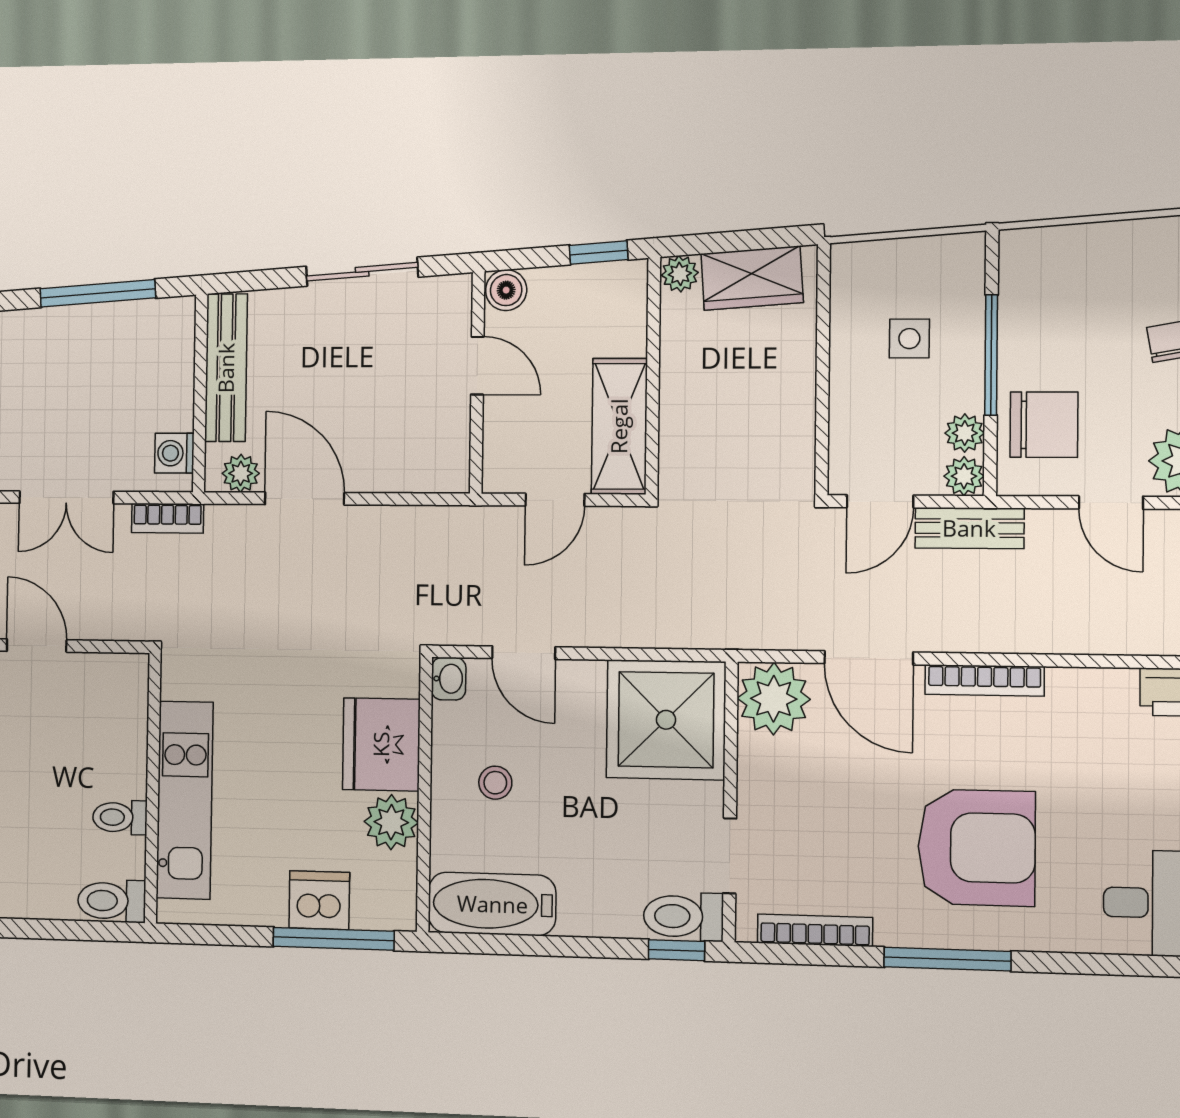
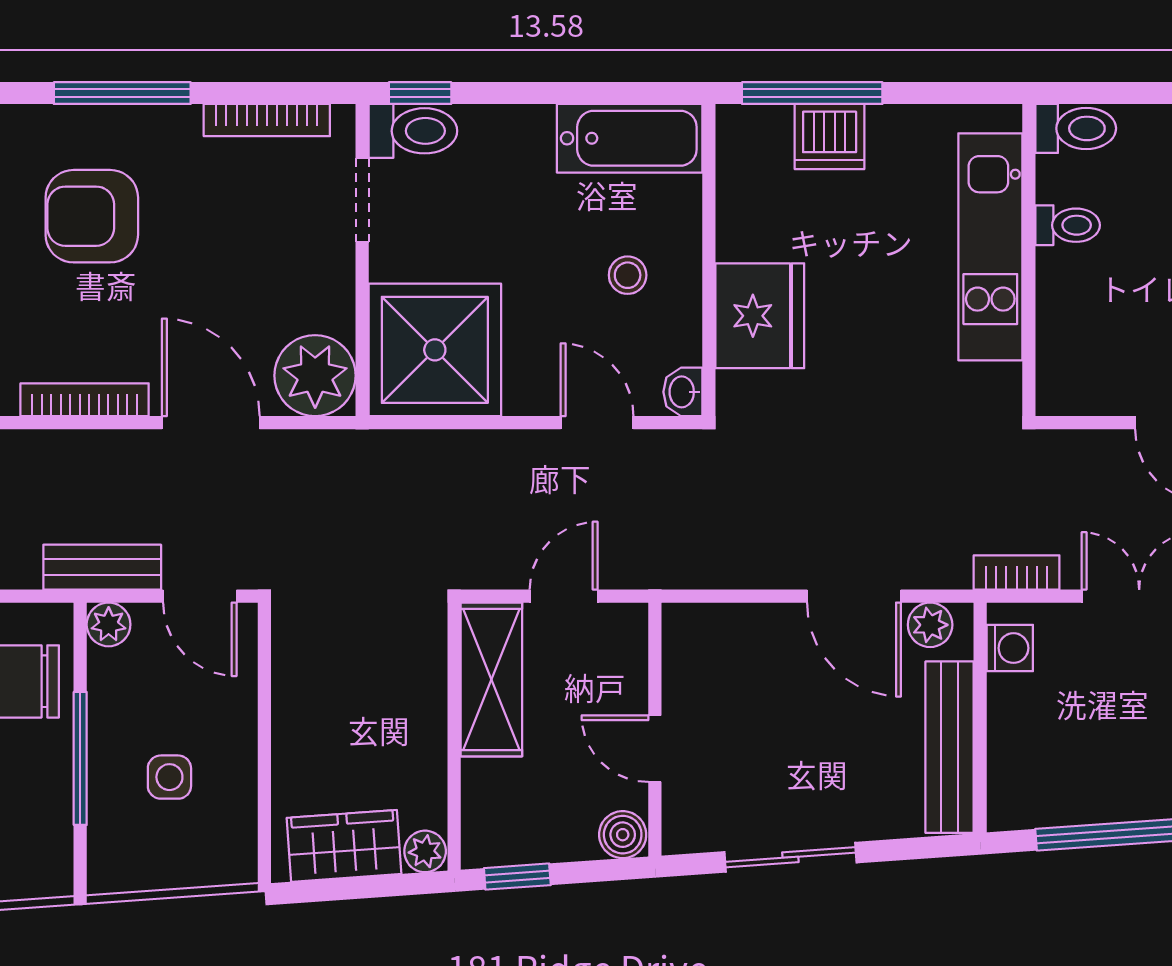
plant: (965, 433) -> (108, 672), removed
door: (880, 501) -> (200, 596), swing flipped
plant: (391, 822) -> (747, 228), removed
armchair: (976, 848) -> (92, 216), width x0.73, depth x0.73

